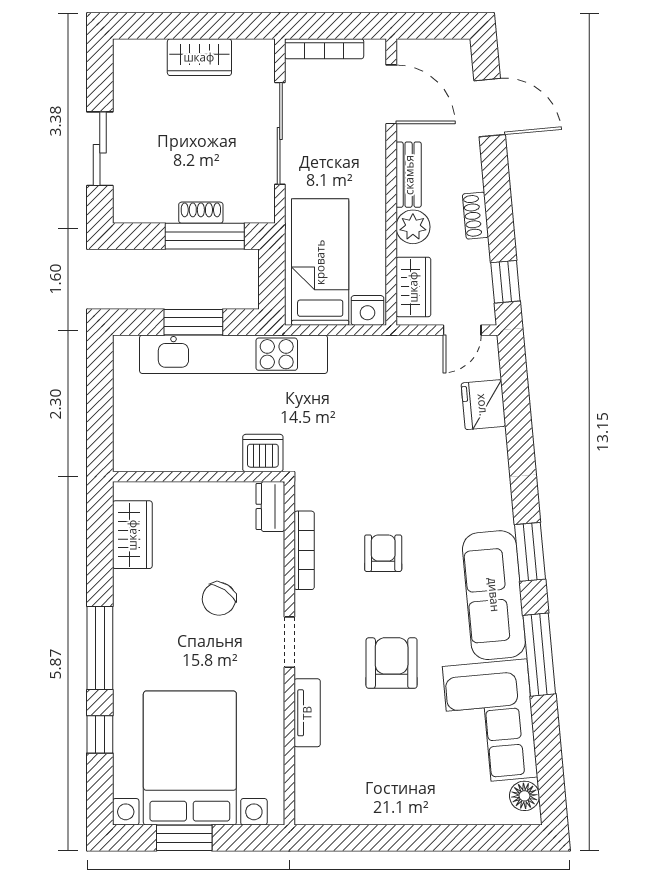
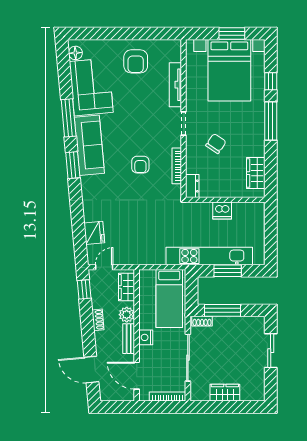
shoe rack: (201, 213) -> (202, 321), moved
nightstand: (367, 310) -> (146, 337), moved, turned -90
dishwasher: (263, 453) -> (222, 211), moved
armchair: (392, 663) -> (136, 61), moved
tv unit: (307, 713) -> (175, 85), width x1.41

